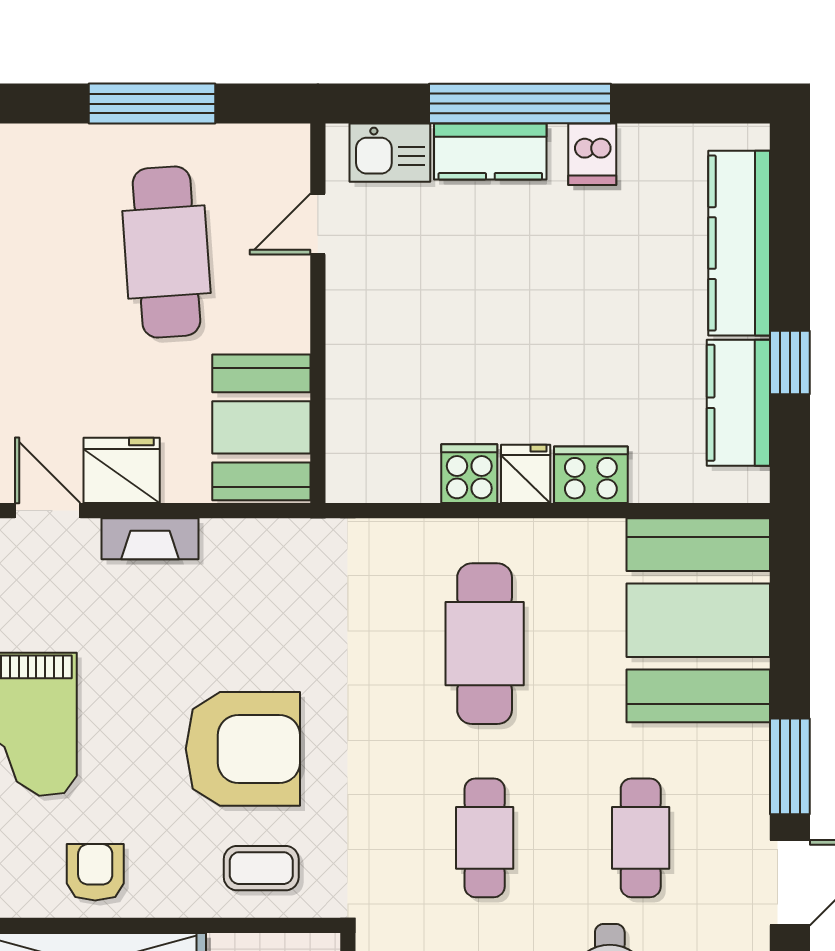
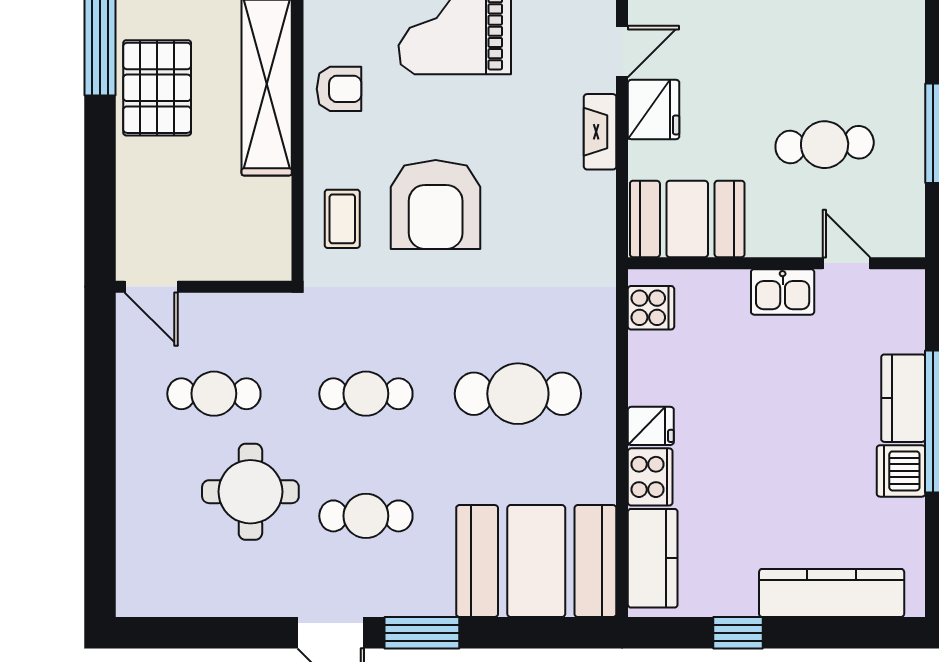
kitchen sink: (390, 153) -> (783, 292), moved, turned -90
dishwasher: (592, 154) -> (901, 471), width x1.38
cafe table: (166, 252) -> (825, 145), width x0.73, depth x0.74
kitchen counter: (738, 403) -> (653, 558), moved, turned 90
cooker: (469, 474) -> (651, 308), moved

